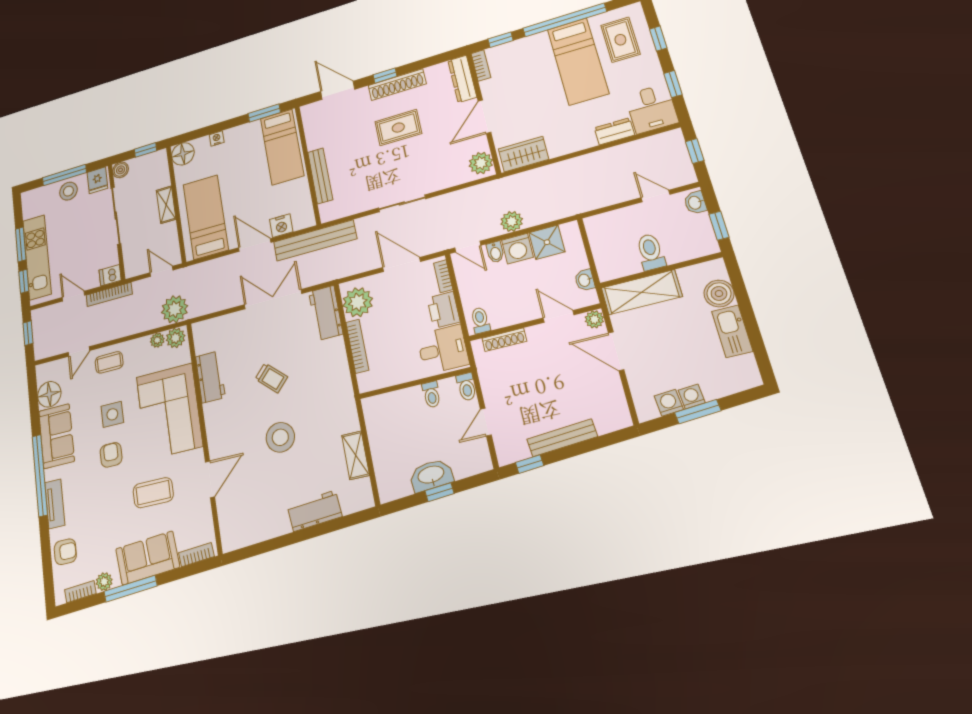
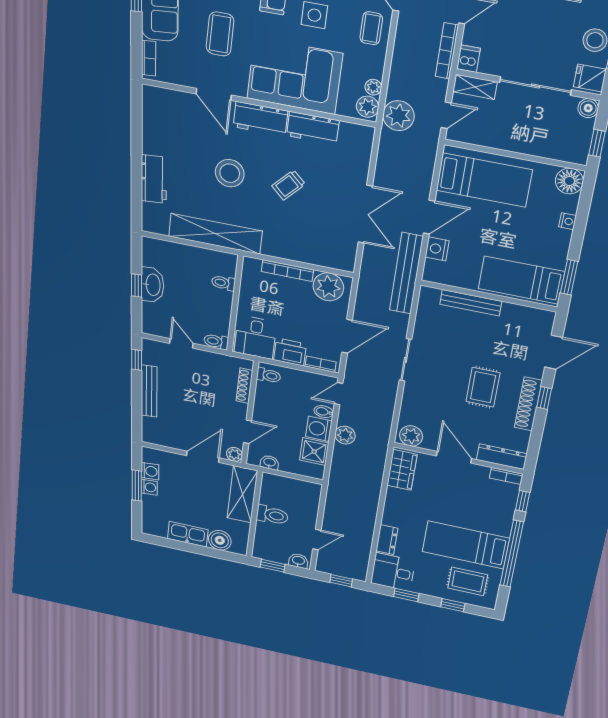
shelving: (166, 205) -> (475, 87), moved
workbench: (326, 313) -> (260, 119), moved, turned 180
toilet: (431, 395) -> (223, 283), moved
shelving: (356, 455) -> (215, 234), width x2.20, depth x1.33

